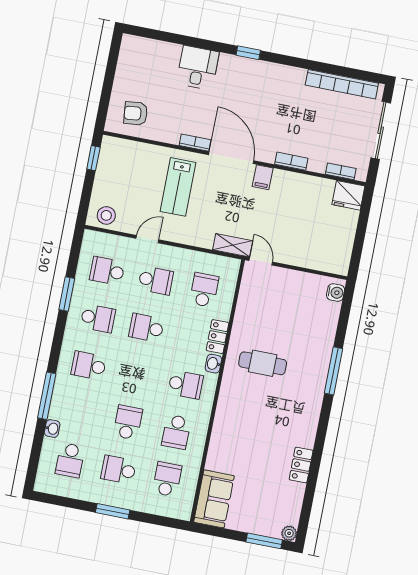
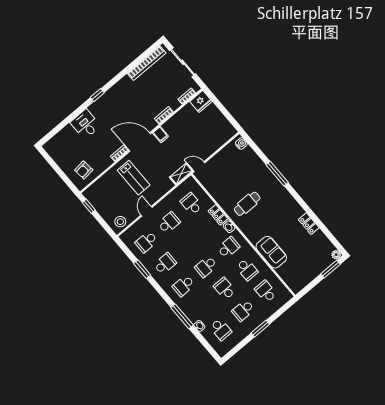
school desk: (146, 328) -> (206, 267), moved
sofa: (214, 499) -> (271, 252), moved

